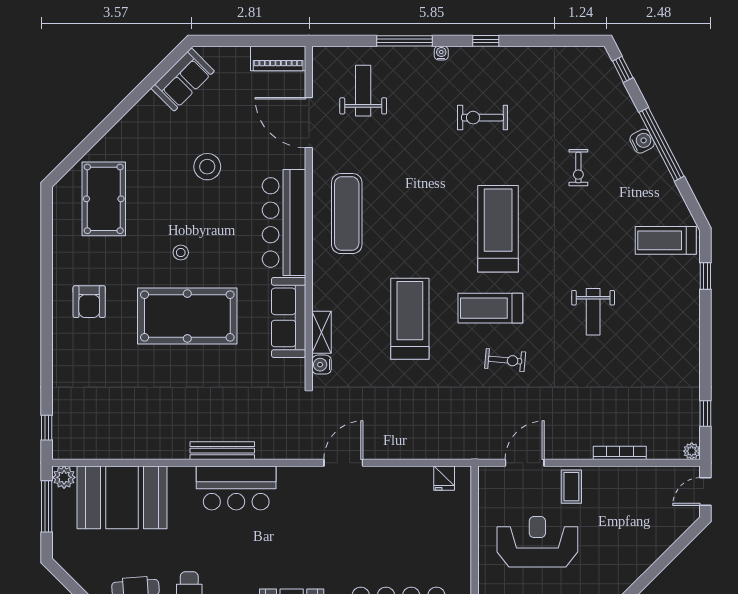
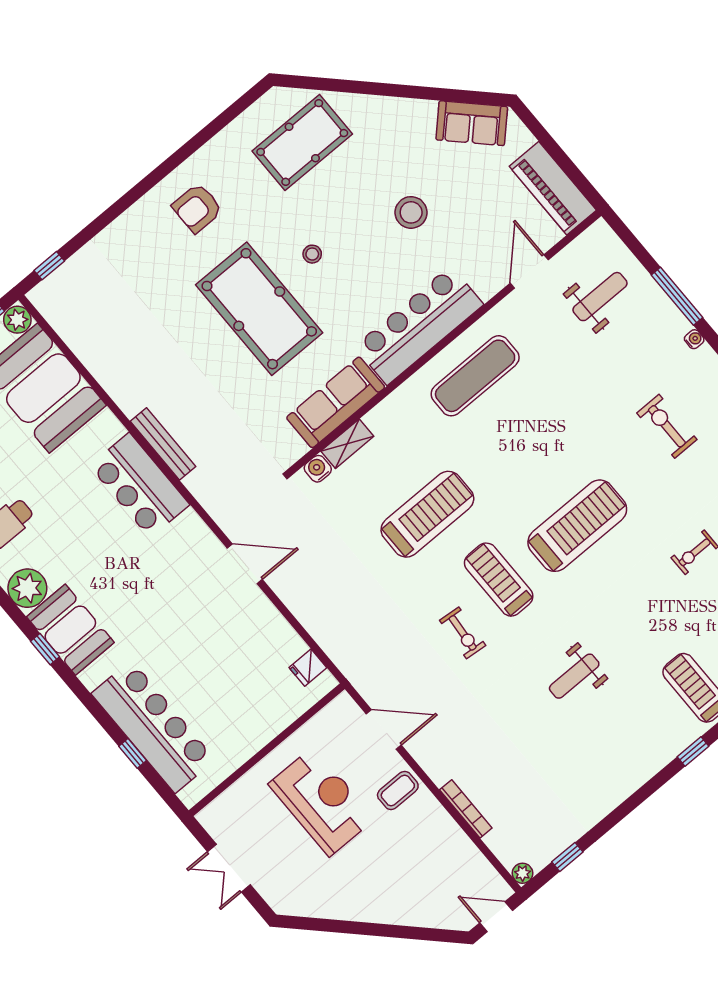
piano: (278, 59) -> (553, 188), width x1.37, depth x1.33
door: (309, 123) -> (529, 271), width x0.73

